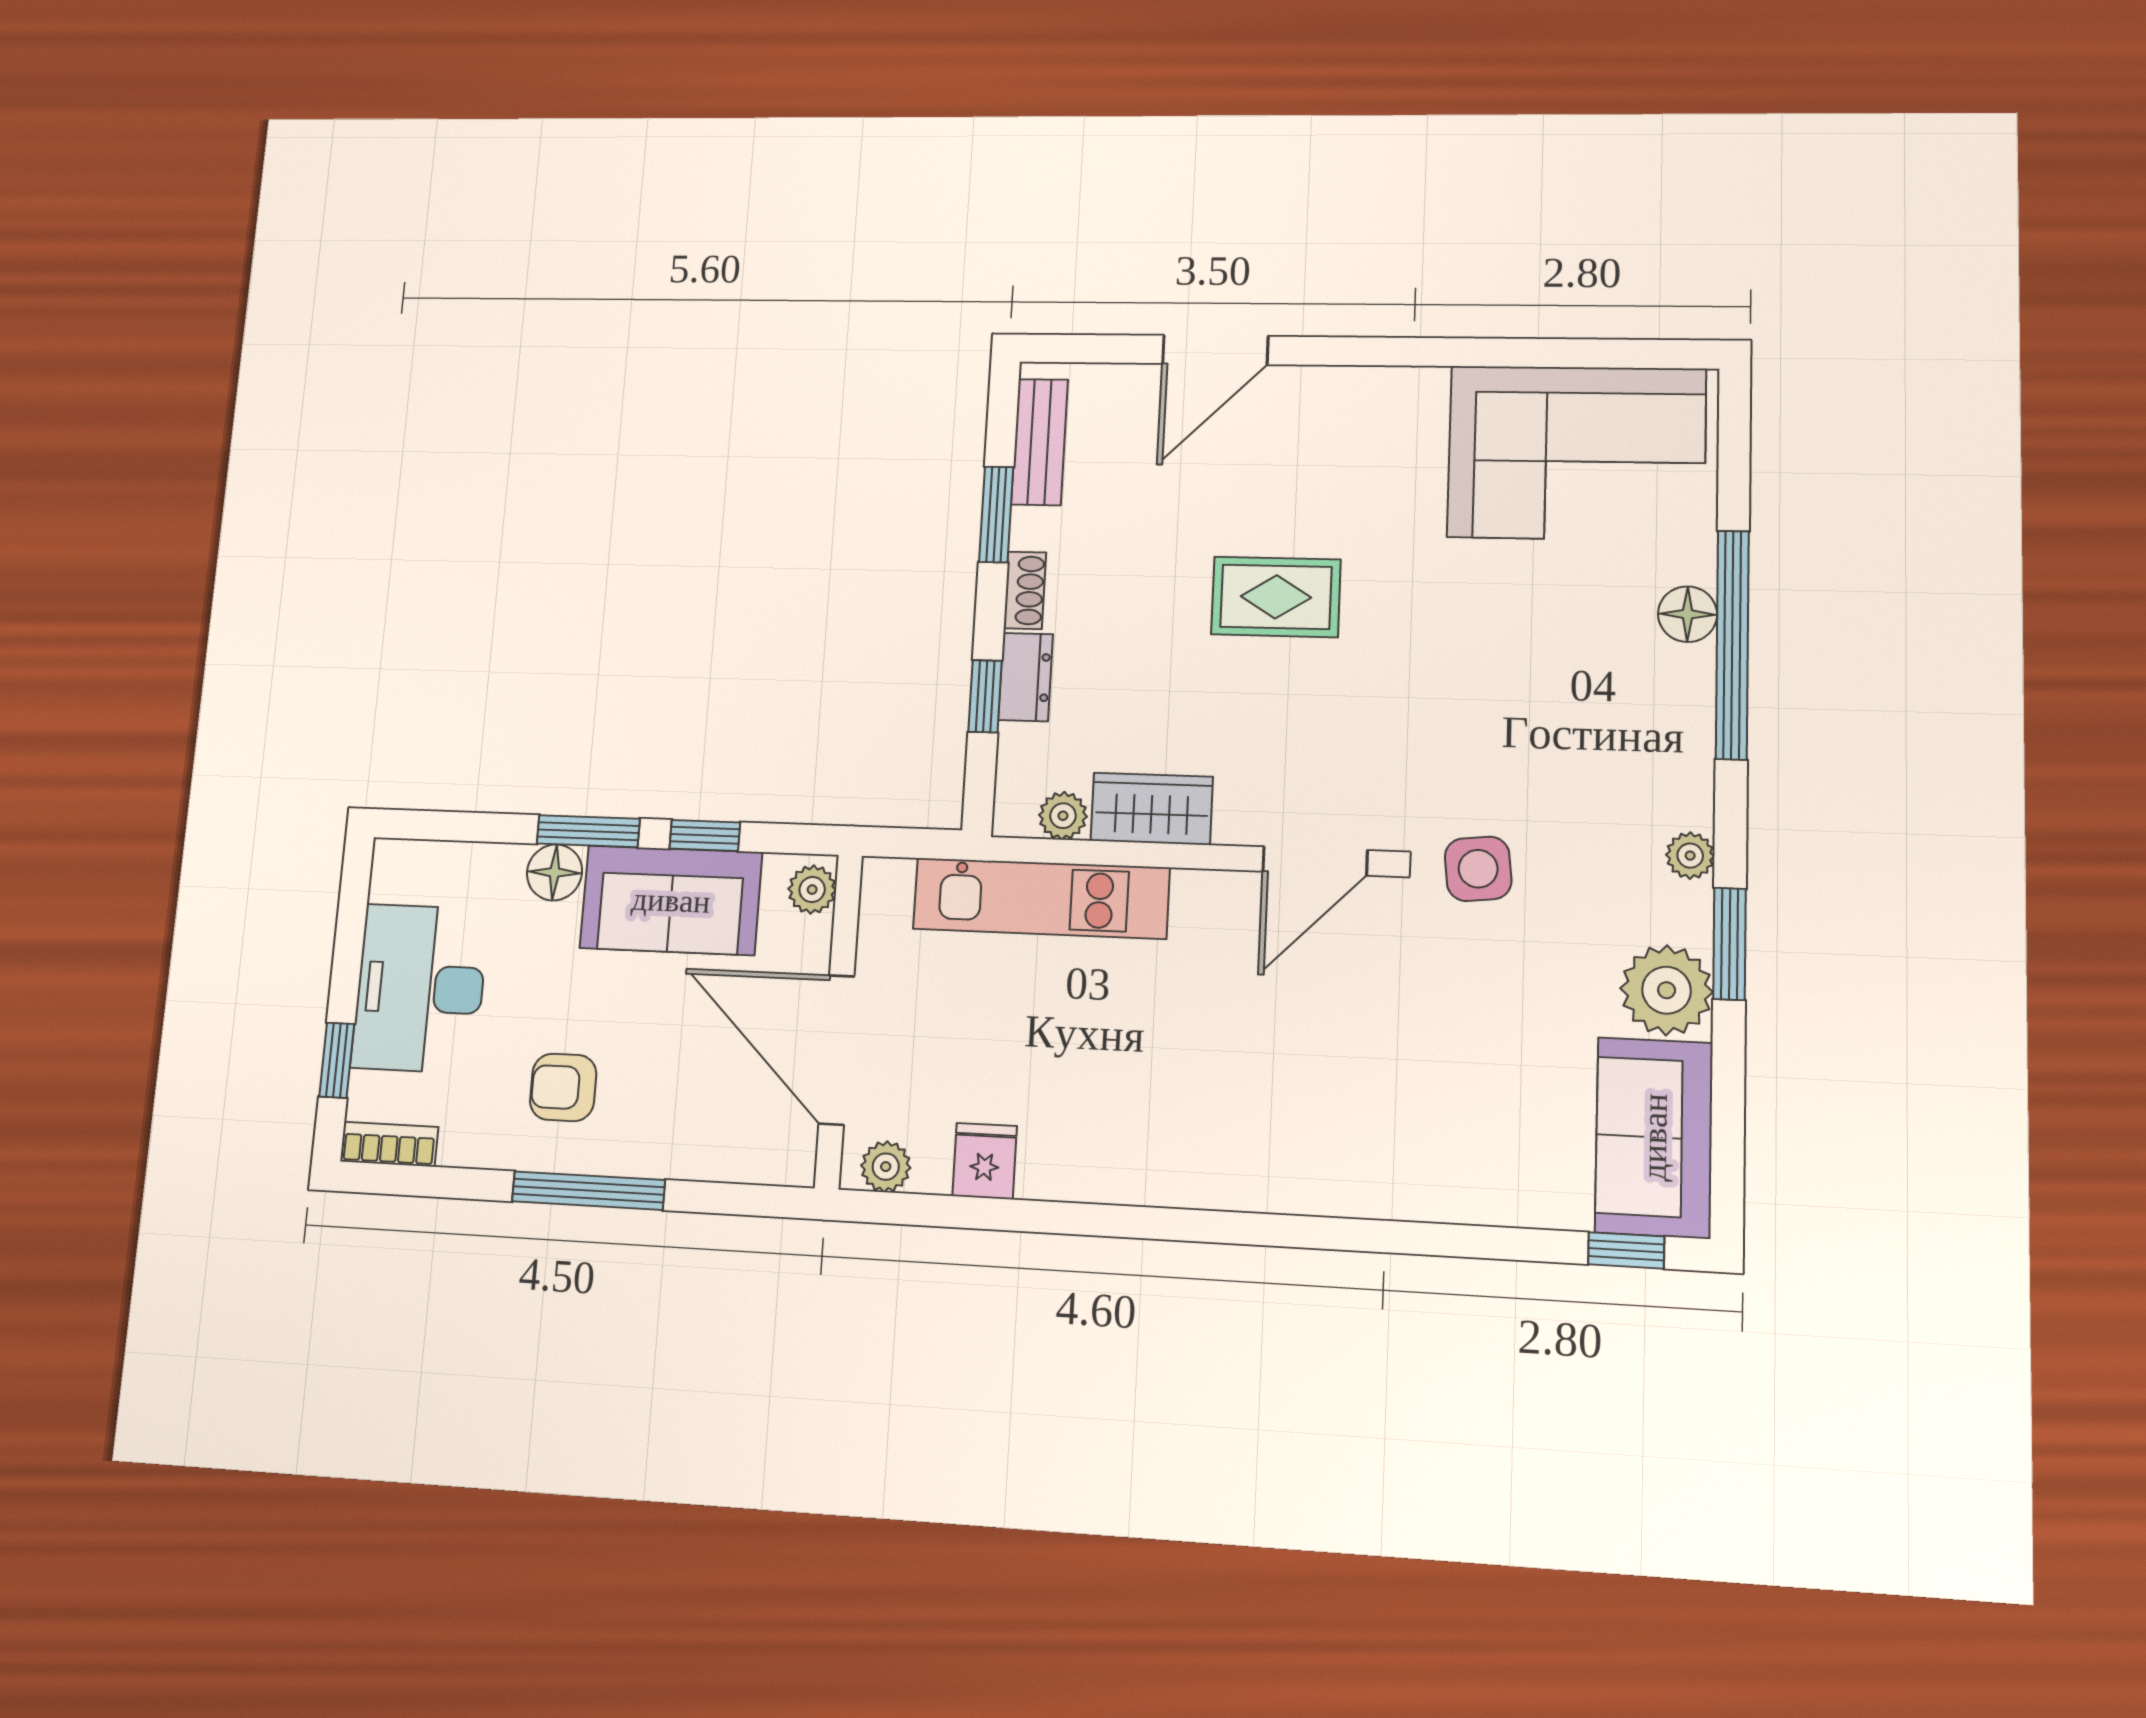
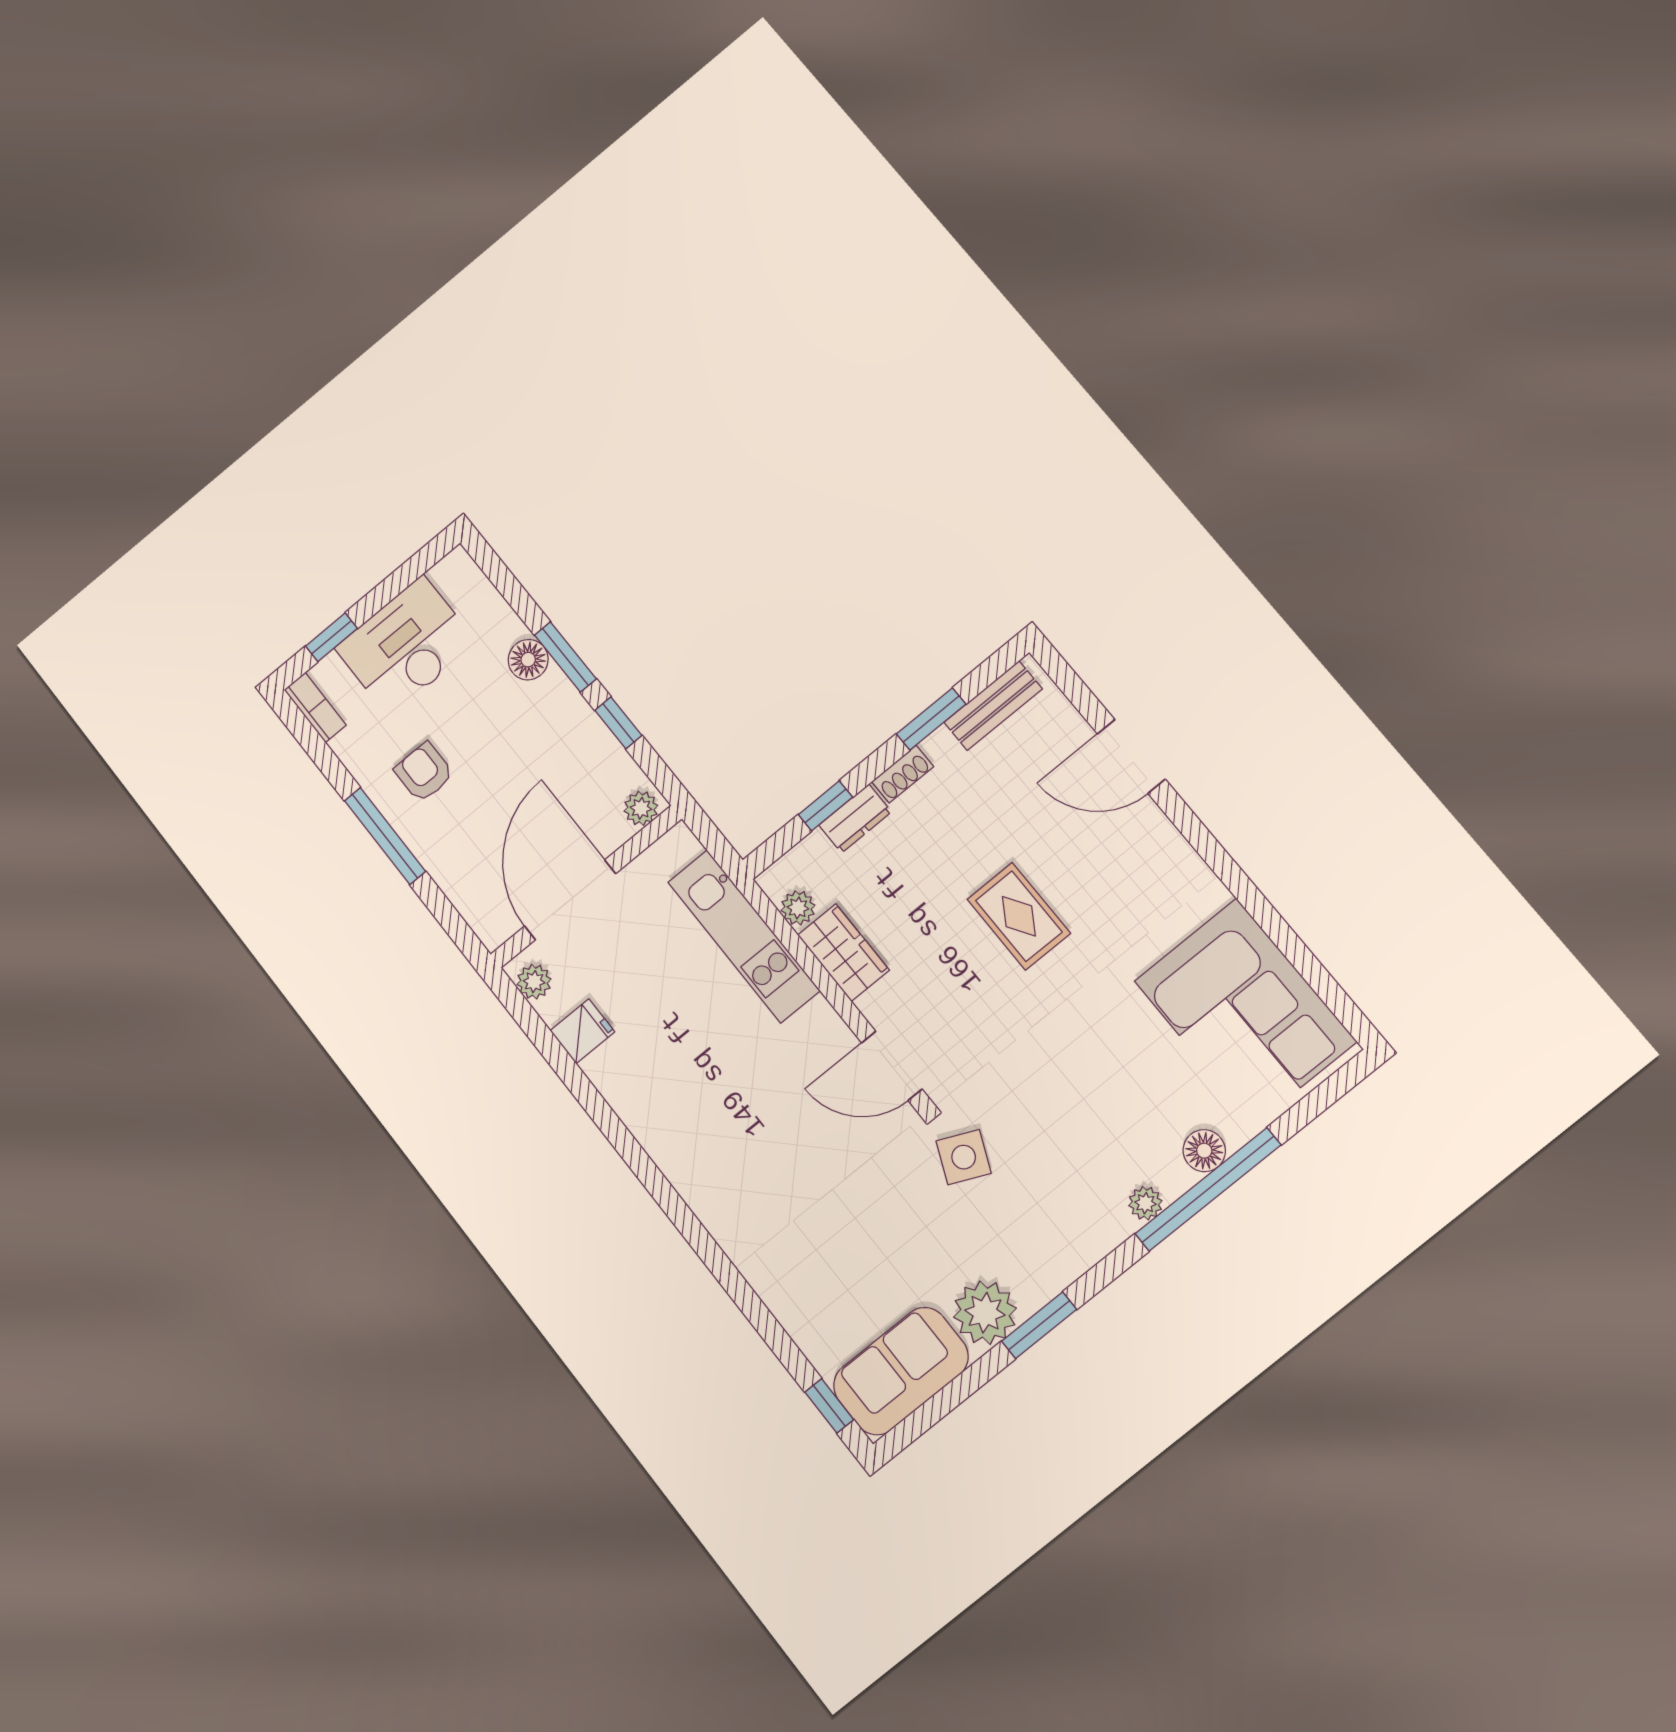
plant: (1690, 856) -> (1145, 1203), moved
side table: (1478, 869) -> (964, 1157), turned 30
sofa: (671, 900) -> (569, 737), removed

